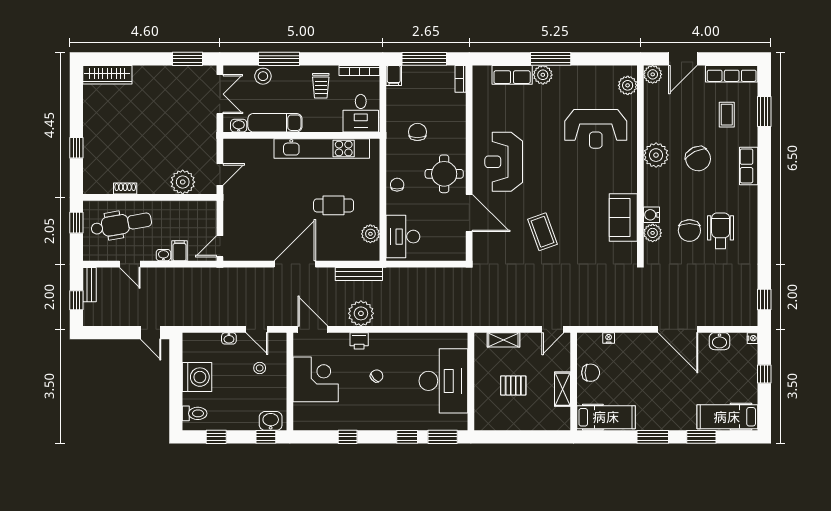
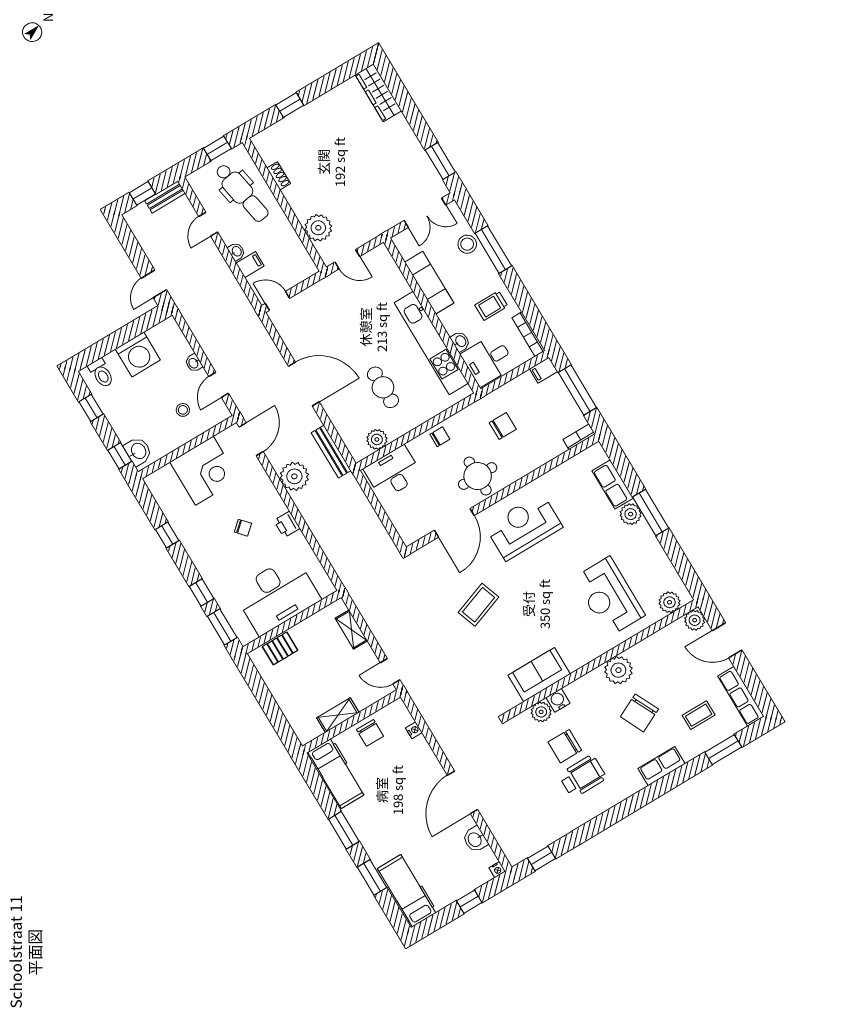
washbasin: (239, 126) -> (460, 341), moved
printer: (359, 341) -> (287, 524), moved
pallet: (513, 385) -> (280, 648), moved, turned 90

